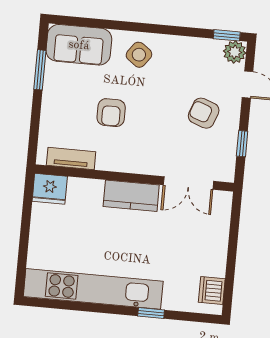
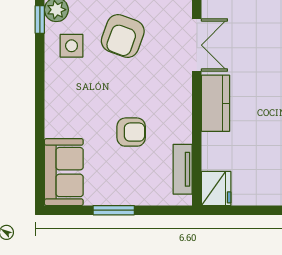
side table: (139, 55) -> (72, 46), moved, turned -36
window: (40, 70) -> (114, 210), moved
armchair: (204, 113) -> (123, 36), width x1.38, depth x1.38

